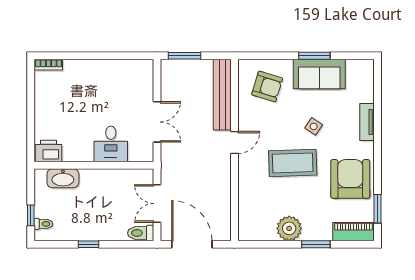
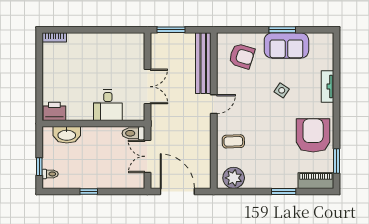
coffee table: (293, 163) -> (233, 141), moved, width x0.54, depth x0.58
plant: (289, 228) -> (234, 178), moved
toilet: (141, 233) -> (133, 133), moved

